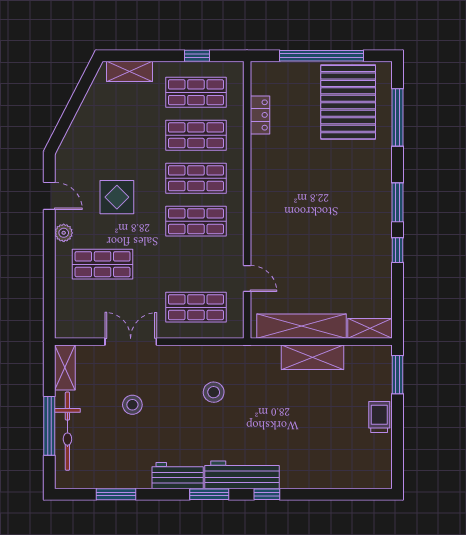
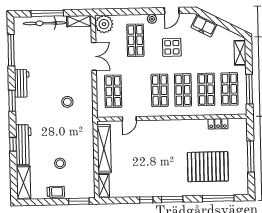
window: (197, 56) -> (249, 89), width x2.17
window: (321, 56) -> (251, 156), width x0.68
pallet: (348, 102) -> (208, 167), moved
freezer: (79, 137) -> (204, 26), added
plant: (71, 322) -> (104, 24), added
shelving: (312, 357) -> (23, 183), moved
stool: (132, 405) -> (60, 163), moved
workbench: (242, 475) -> (23, 145), moved
window: (116, 494) -> (11, 50), width x1.44
window: (267, 494) -> (13, 144), moved

